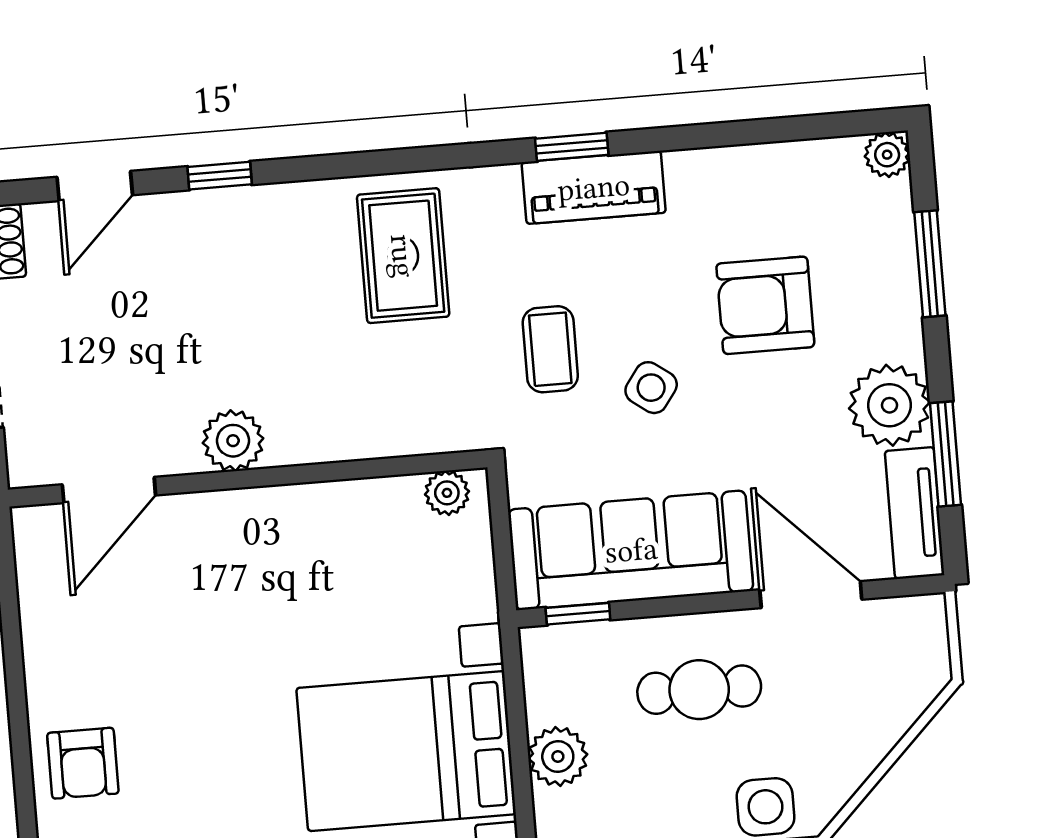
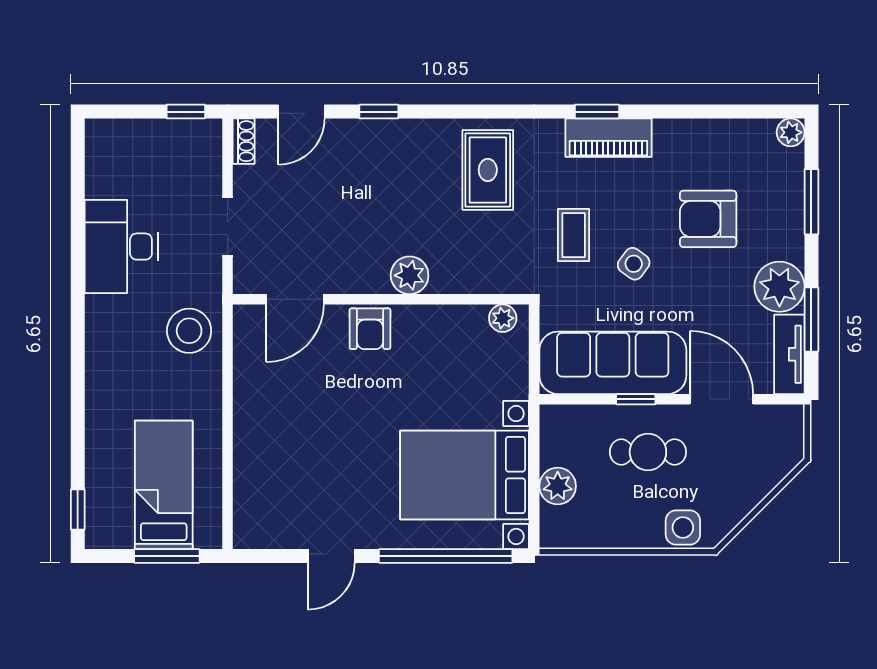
plant: (233, 441) -> (410, 275), moved
window: (578, 614) -> (636, 399), moved
armchair: (83, 763) -> (370, 329), moved

